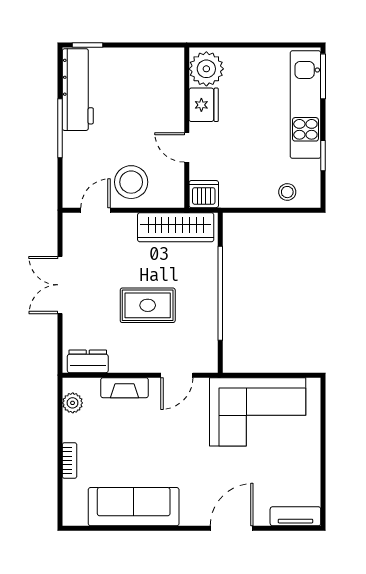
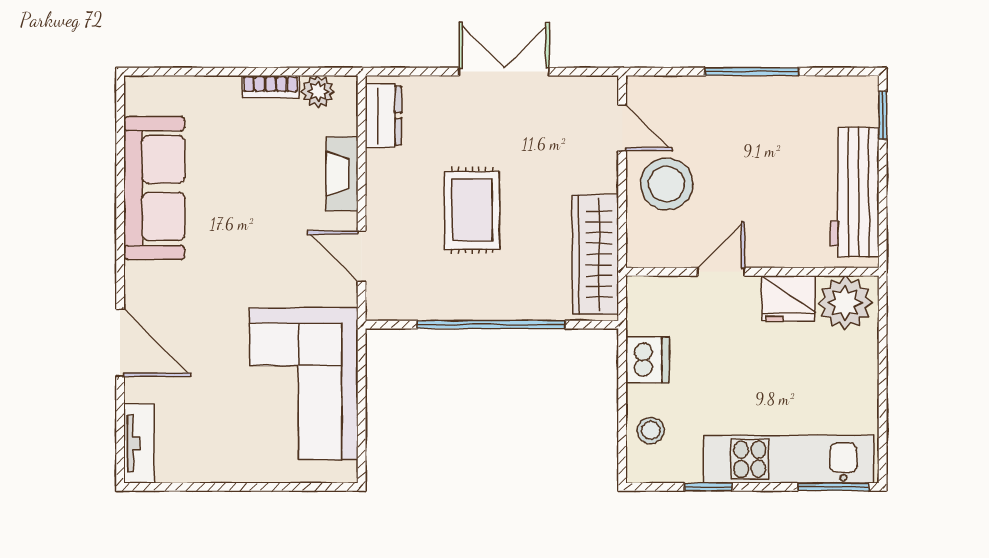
workbench: (78, 90) -> (855, 192), moved, turned 90
dishwasher: (204, 194) -> (648, 360), moved
bookcase: (70, 461) -> (271, 87), moved

